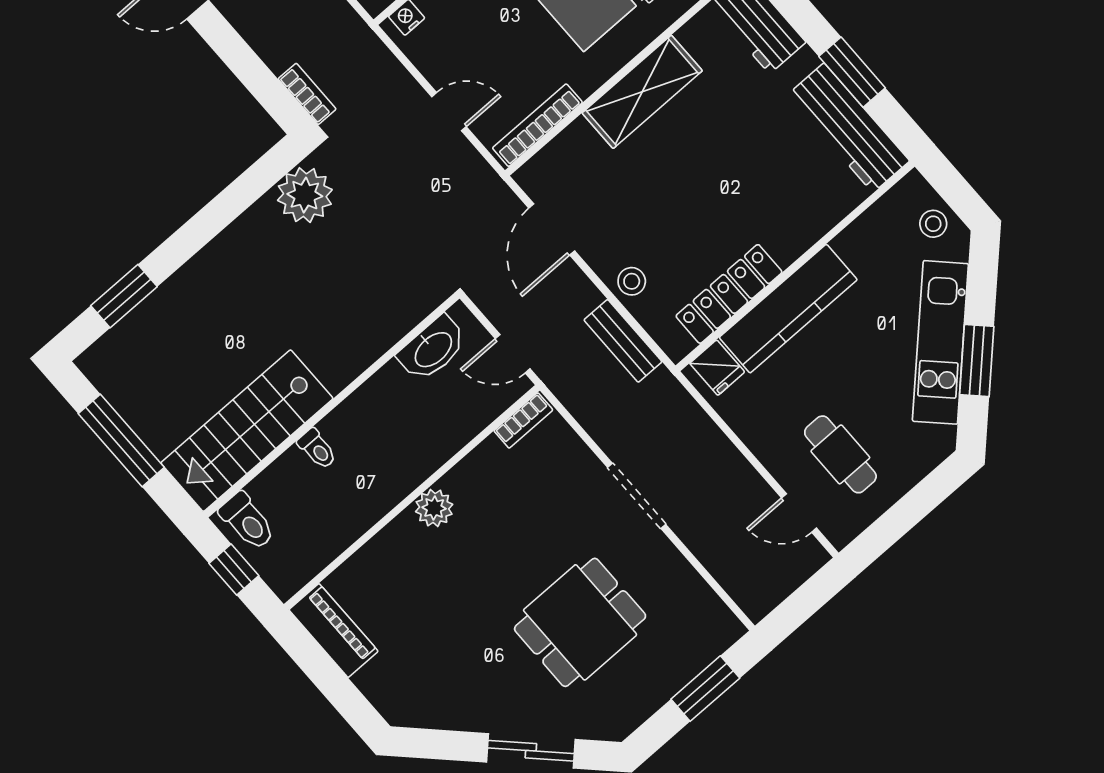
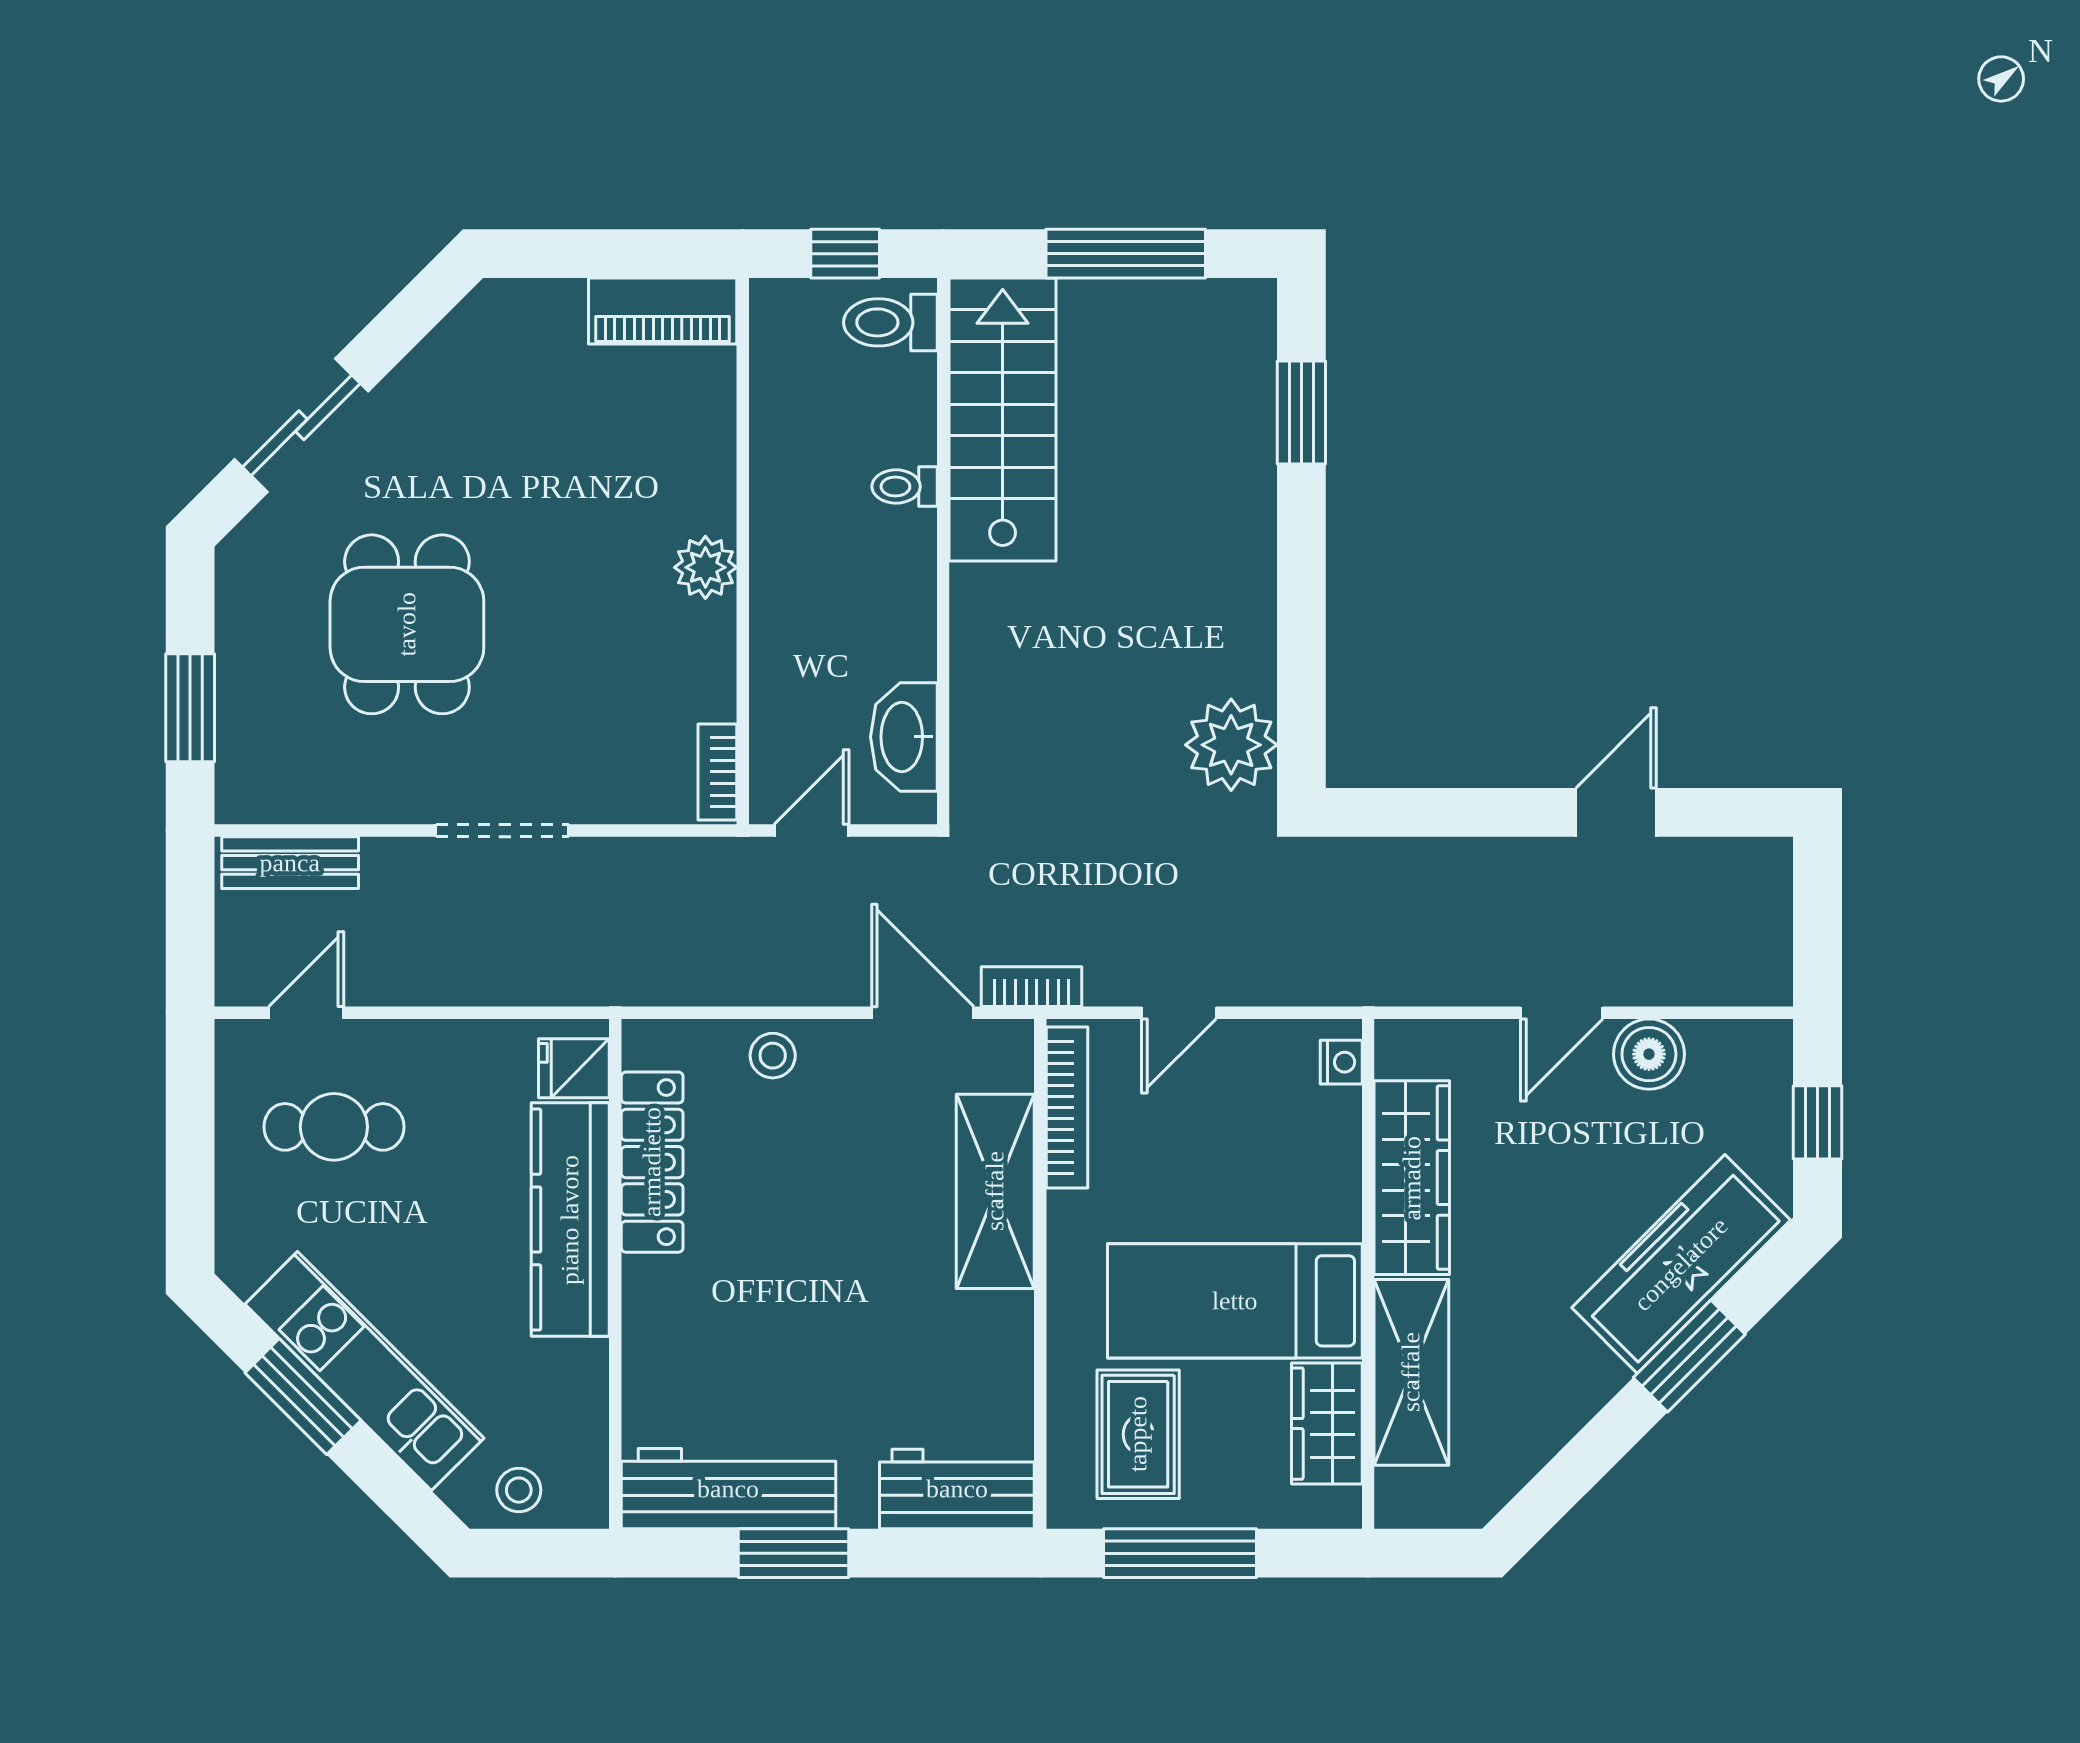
shelving: (642, 92) -> (995, 1191), moved
bookcase: (307, 94) -> (1031, 987), moved, turned 180
bench: (623, 341) -> (290, 863), moved

